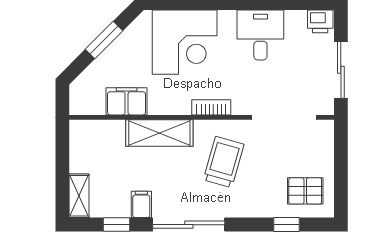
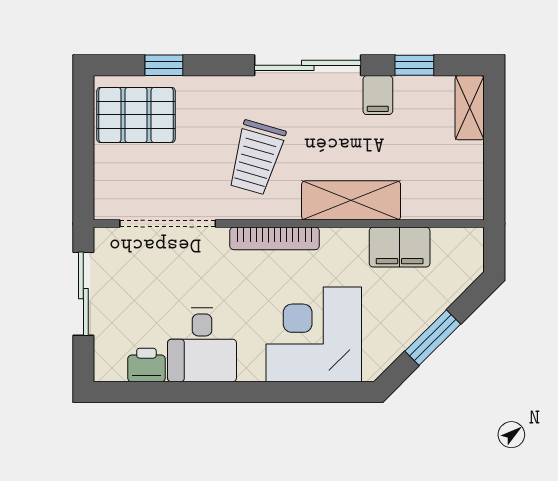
printer: (320, 21) -> (146, 365), moved
bookcase: (211, 107) -> (275, 238), width x1.56
pallet: (305, 191) -> (136, 115), width x1.50, depth x1.42

